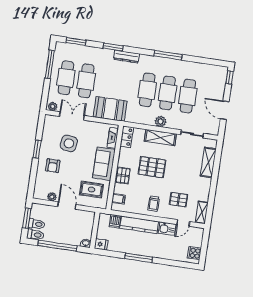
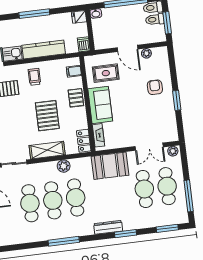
plant: (160, 121) -> (64, 166), moved
side table: (69, 143) -> (144, 116), removed
pallet: (152, 167) -> (47, 116), turned 90
dishwasher: (115, 221) -> (84, 44), moved

